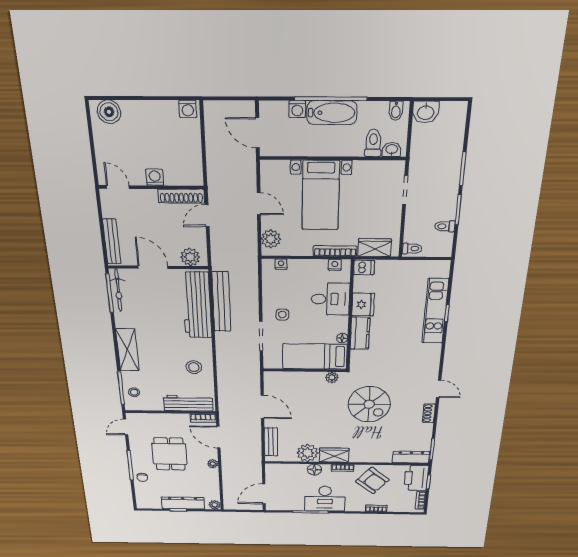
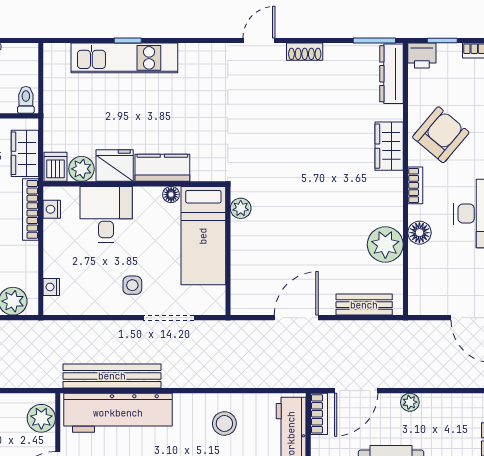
plant: (362, 284) -> (81, 169), added
spiral stairs: (369, 404) -> (289, 148), removed
wardrobe: (334, 455) -> (389, 146), moved
printer: (416, 478) -> (422, 56), width x0.53, depth x0.68

